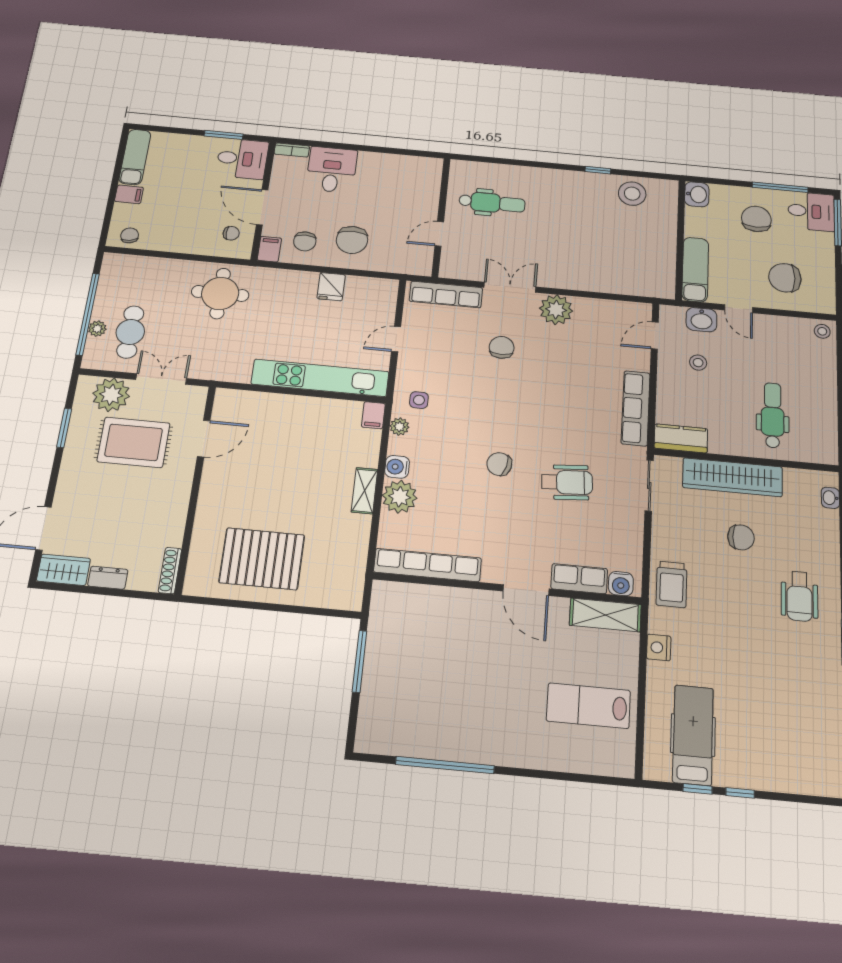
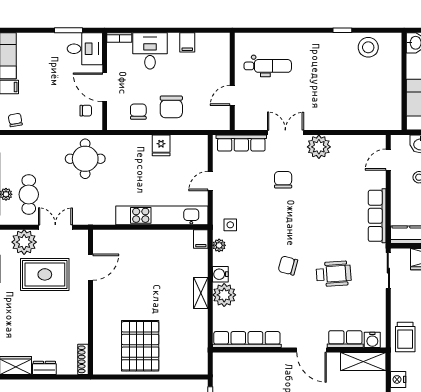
chair: (305, 241) -> (138, 112), turned 180
filing cabinet: (269, 249) -> (187, 42), moved, turned 180
pallet: (262, 559) -> (140, 346), turned 90

